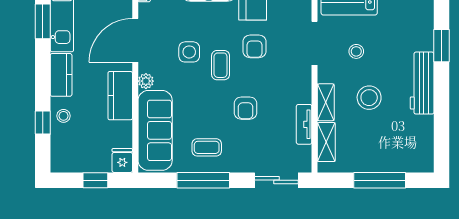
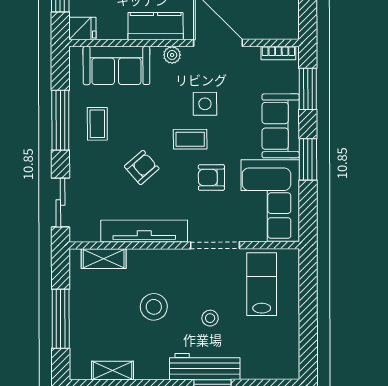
stool: (356, 51) -> (210, 318), moved
workbench: (422, 83) -> (205, 367), moved
shelving: (326, 102) -> (113, 371), moved
armchair: (245, 108) -> (142, 167), turned 139
tv unit: (304, 124) -> (144, 231), width x1.92, depth x1.29
sofa: (155, 130) -> (116, 66), width x0.73

